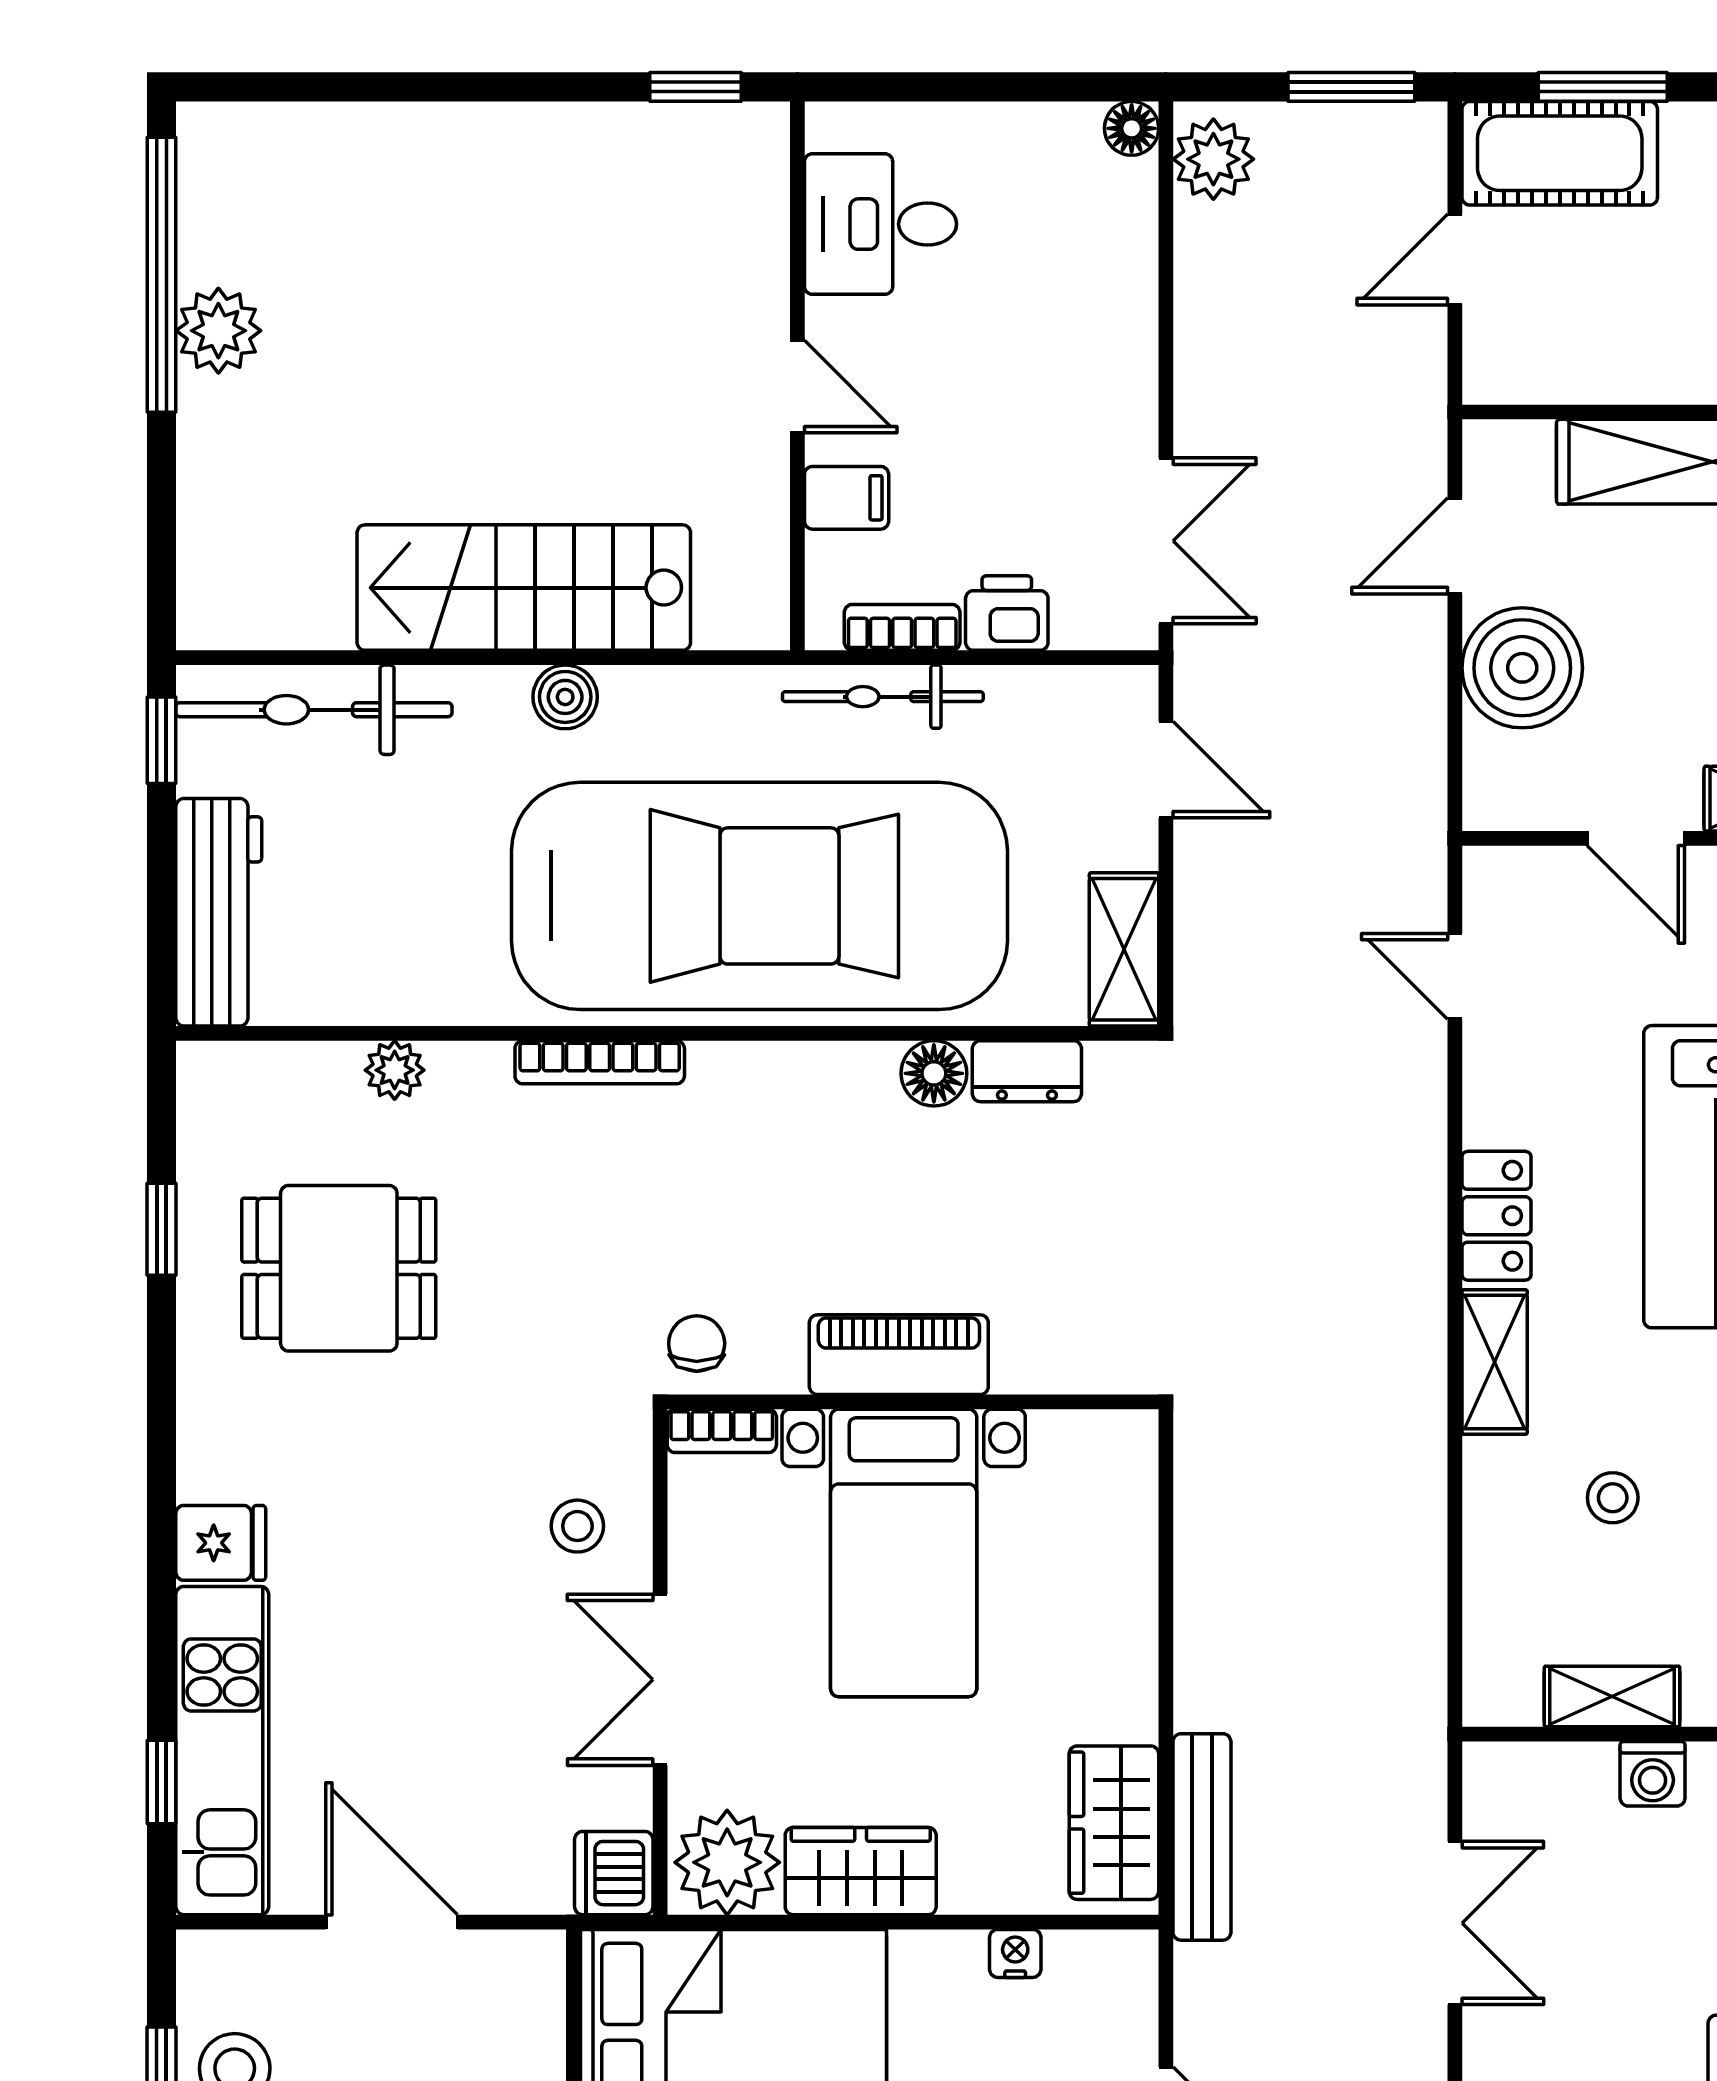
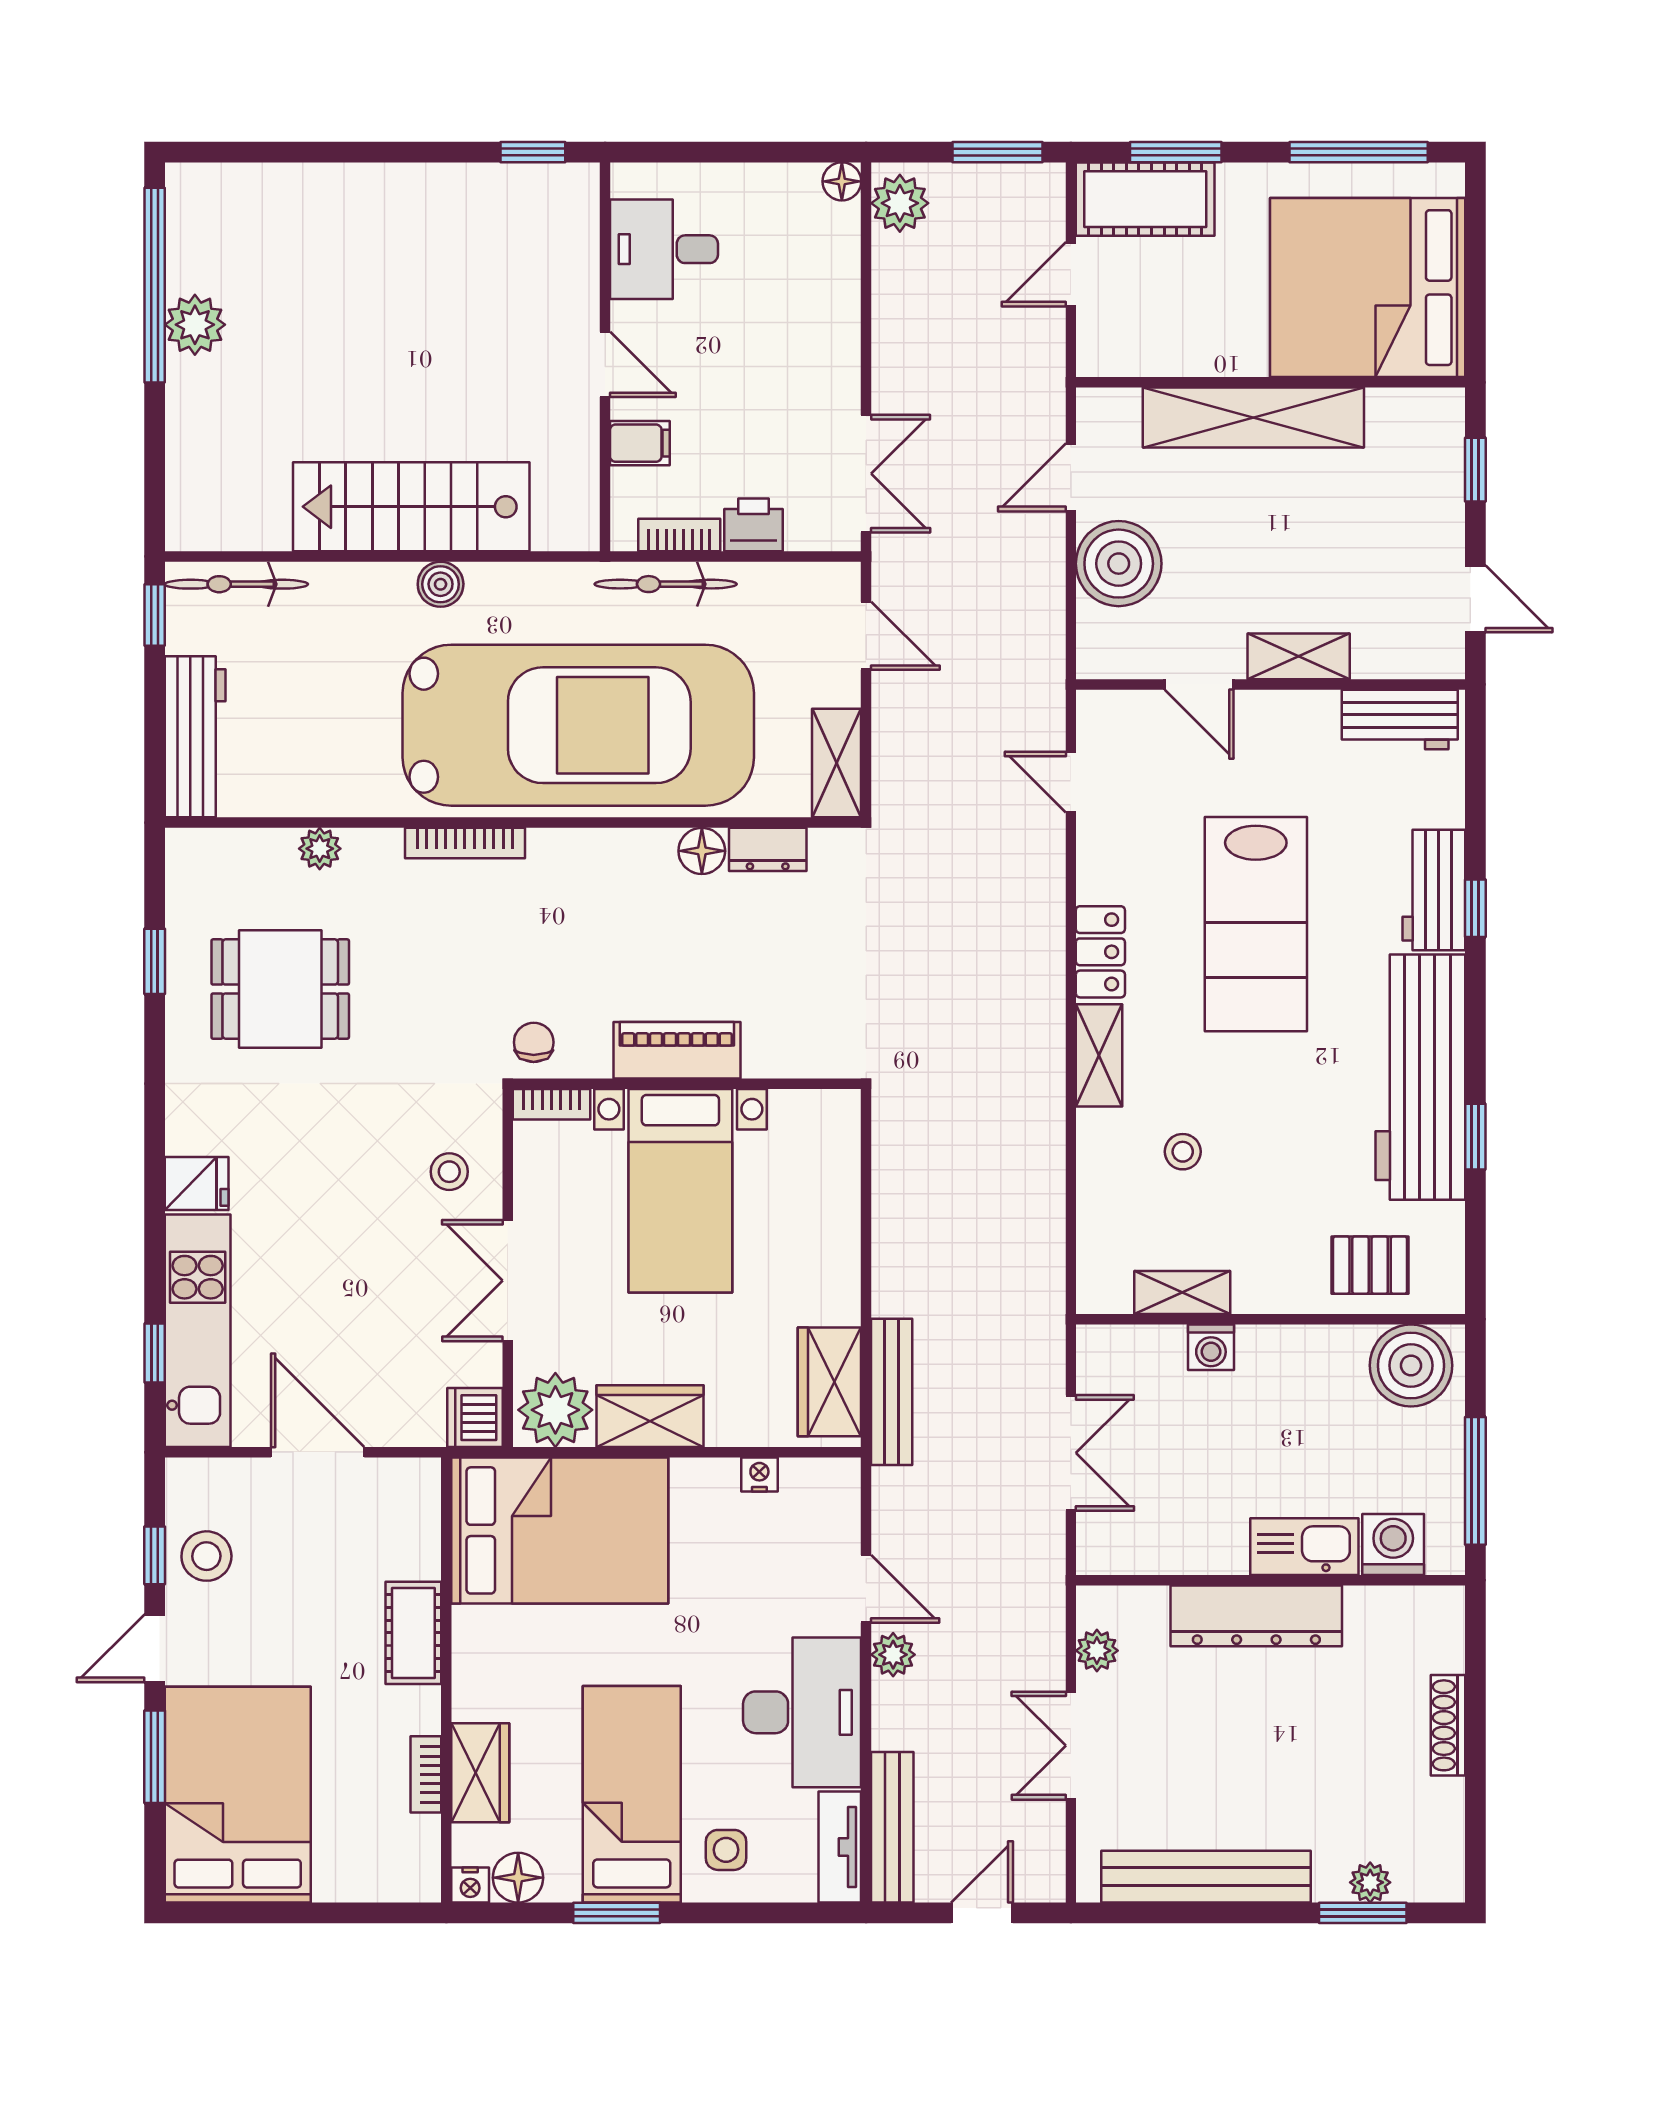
bicycle: (314, 710) -> (236, 584), width x0.73, depth x0.71

